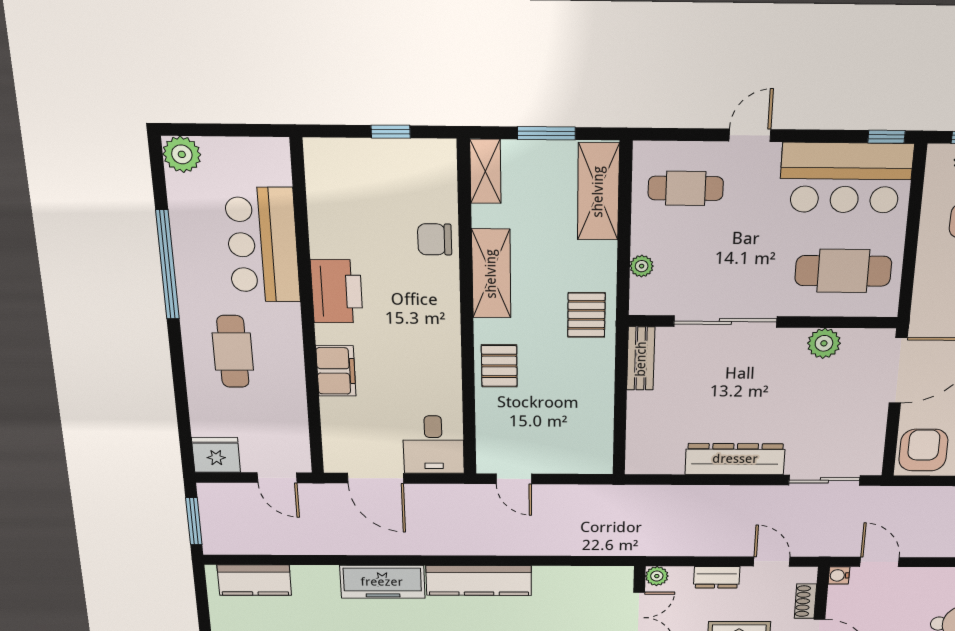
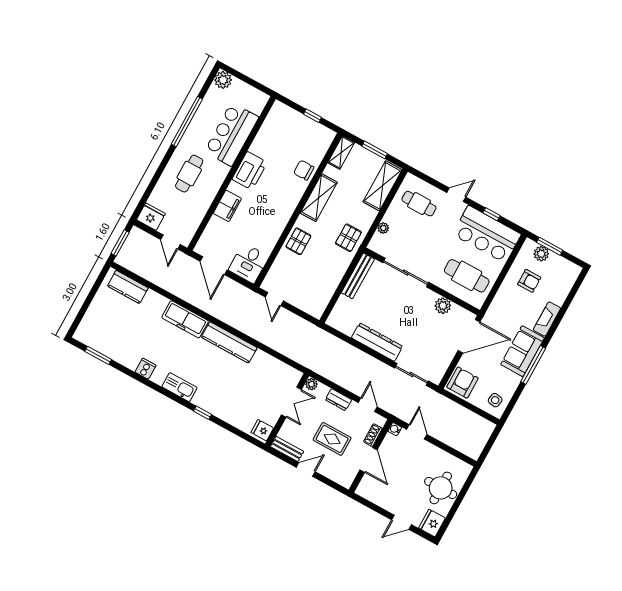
window: (886, 137) -> (492, 214), moved
bench: (641, 359) -> (358, 276), width x1.36

